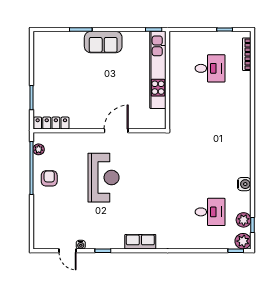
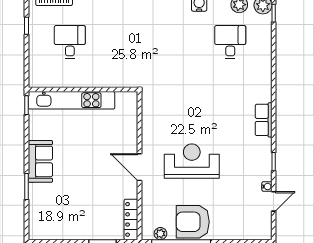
door: (116, 131) -> (139, 167), moved
armchair: (49, 178) -> (193, 222), width x1.88, depth x1.88

